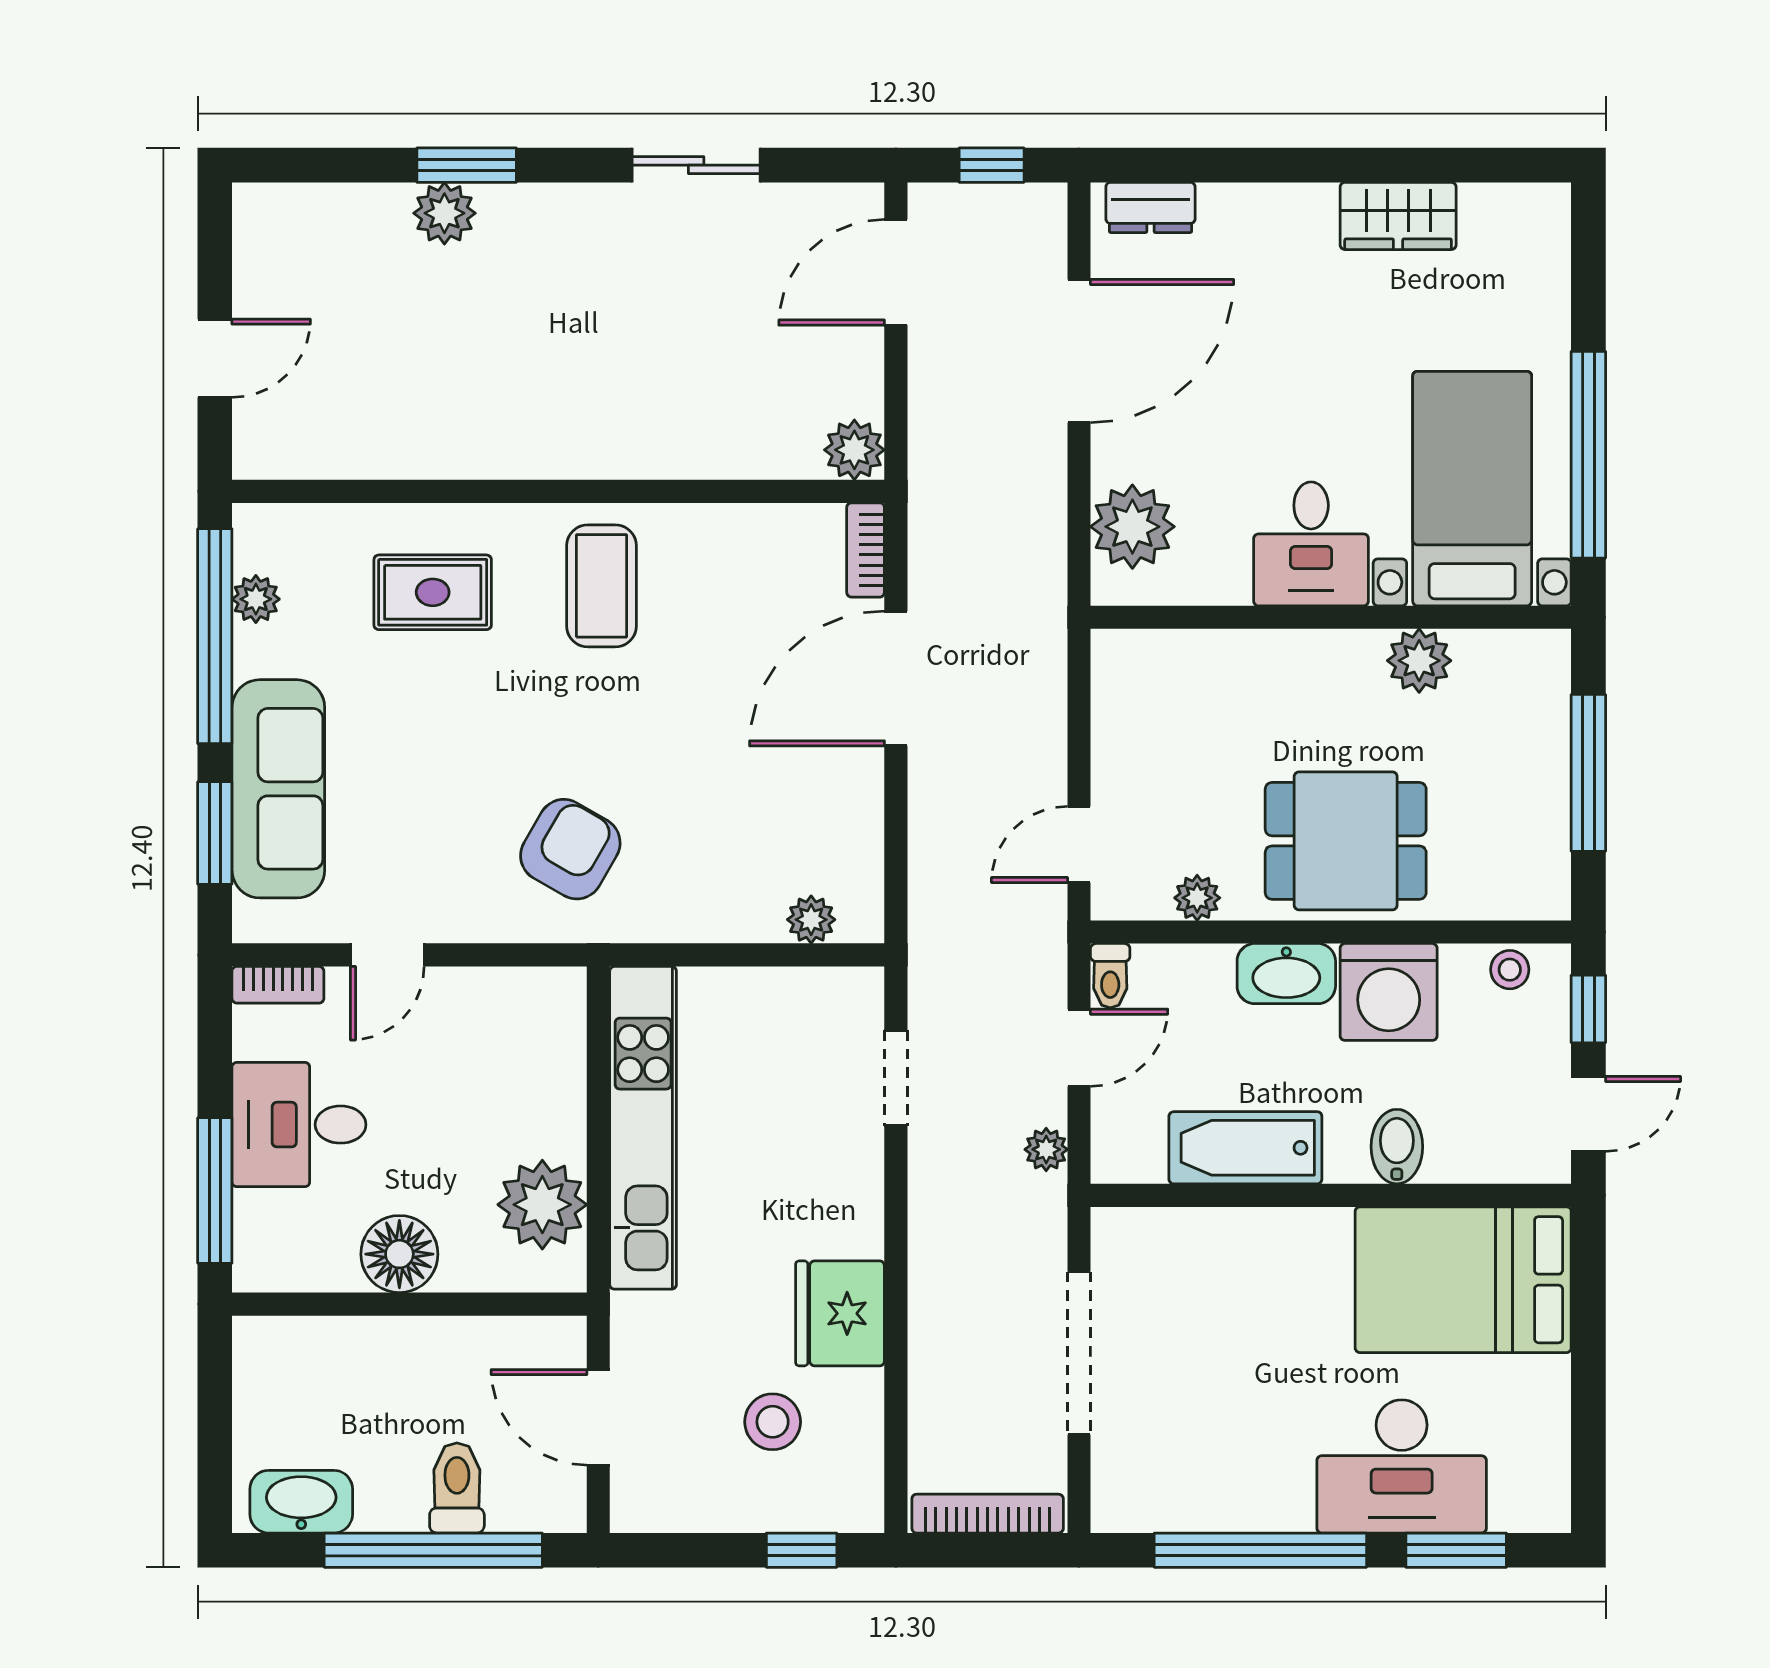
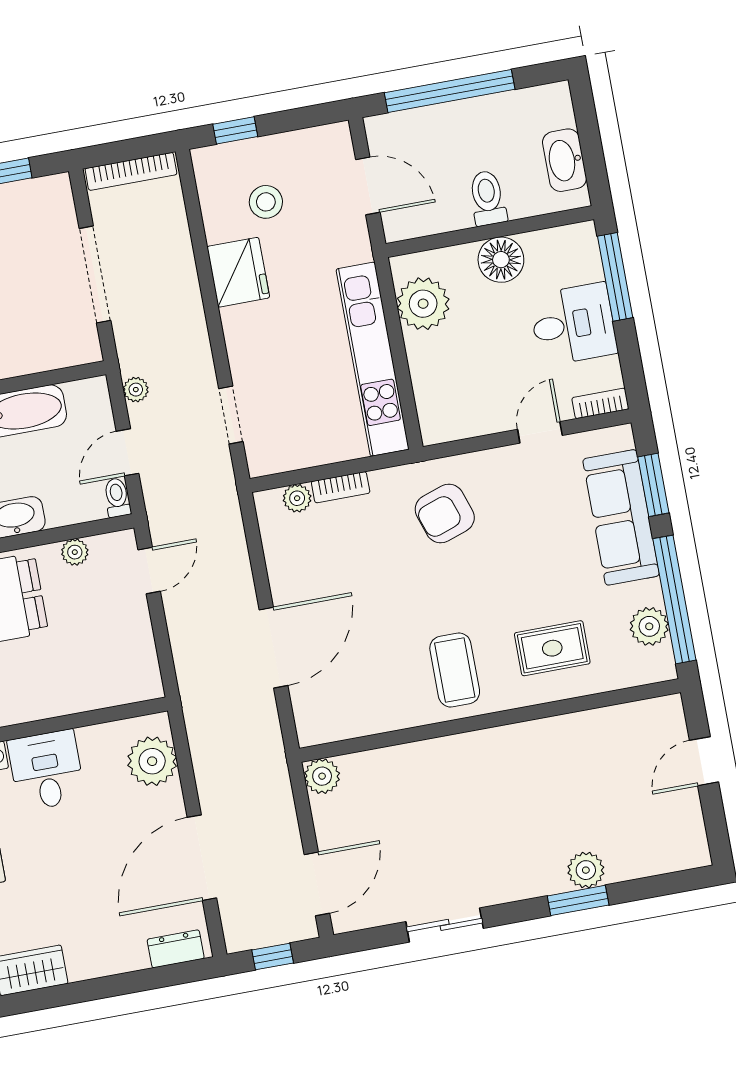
bookcase: (866, 550) -> (341, 487), moved, turned 90
plant: (256, 599) -> (649, 626), width x1.38, depth x1.38
armchair: (570, 849) -> (445, 513), turned 41
toilet: (457, 1488) -> (488, 198), moved, turned 180
washbasin: (301, 1502) -> (565, 160), moved, turned 90

